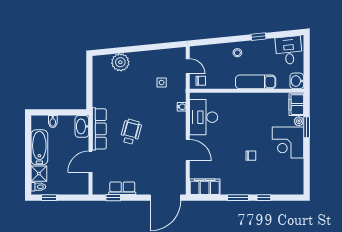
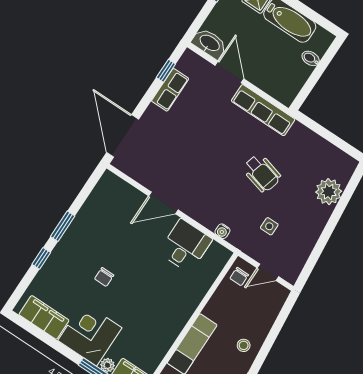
desk: (204, 117) -> (185, 246), width x0.73
washbasin: (82, 126) -> (209, 43), moved
wheelchair: (131, 132) -> (262, 173), moved
filing cabinet: (205, 187) -> (44, 317), moved, turned -90

